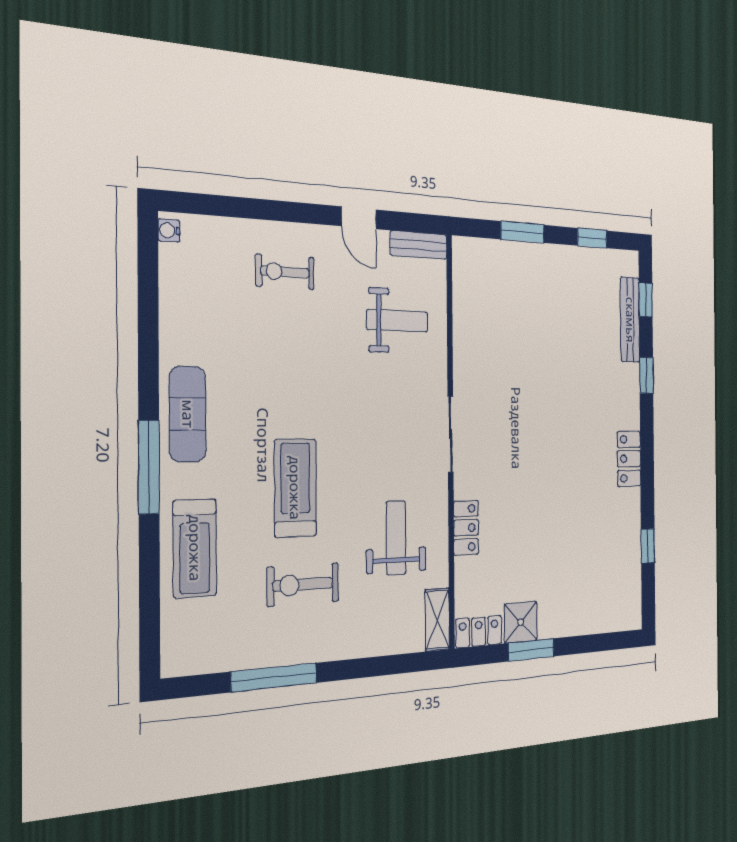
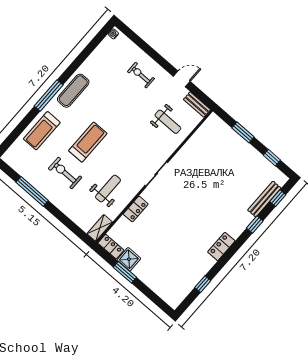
door: (359, 218) -> (182, 79), swing flipped

